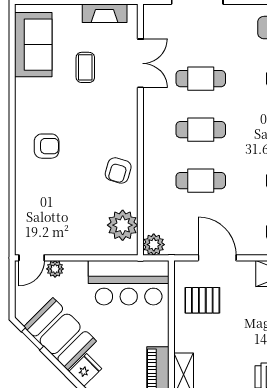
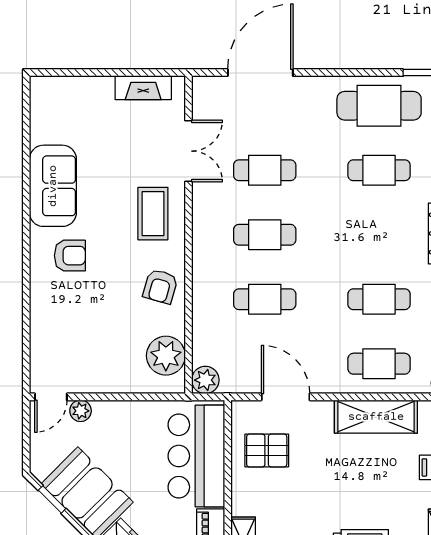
sofa: (33, 45) -> (53, 186), moved
coffee table: (85, 67) -> (153, 214), moved, width x1.36, depth x1.30
bar counter: (129, 283) -> (196, 456), moved, turned 90

